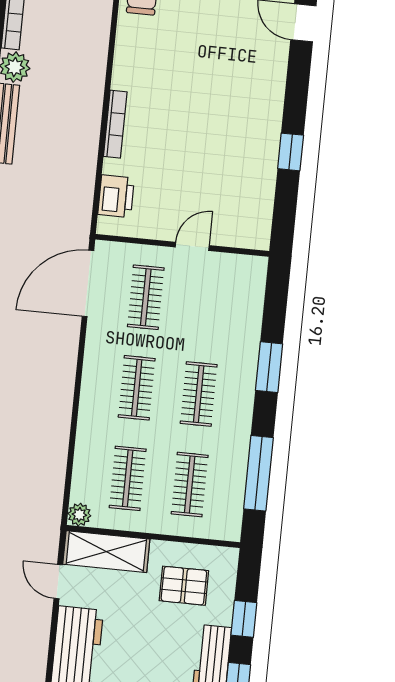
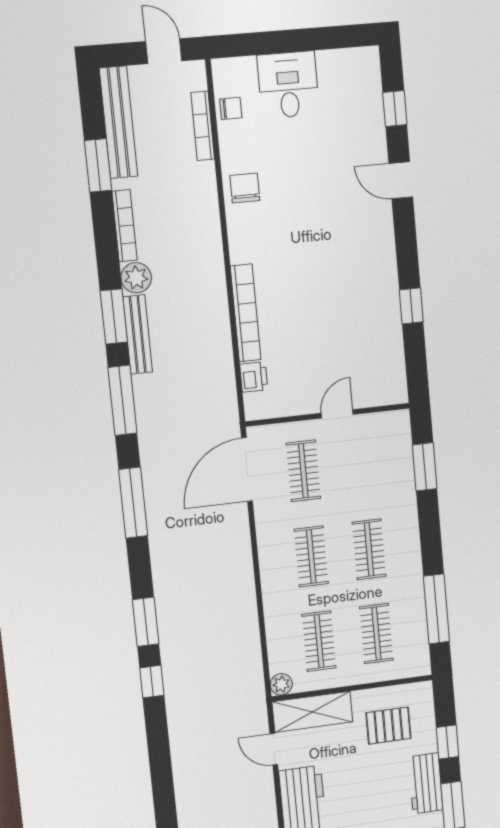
bookcase: (115, 124) -> (246, 313), width x1.48, depth x1.31
printer: (116, 196) -> (254, 377), width x0.73, depth x0.81
window: (269, 367) -> (425, 467), moved

